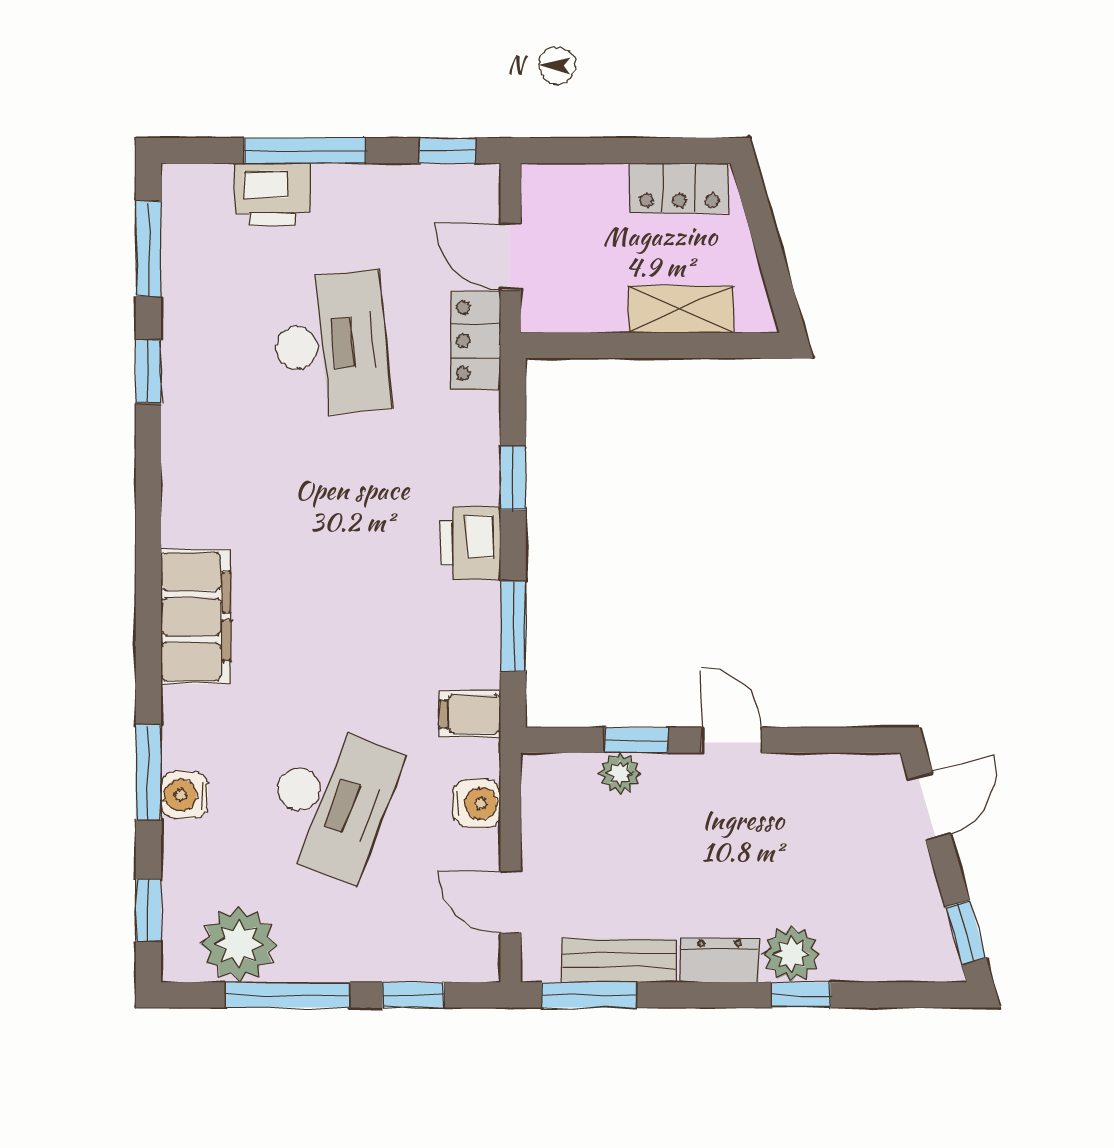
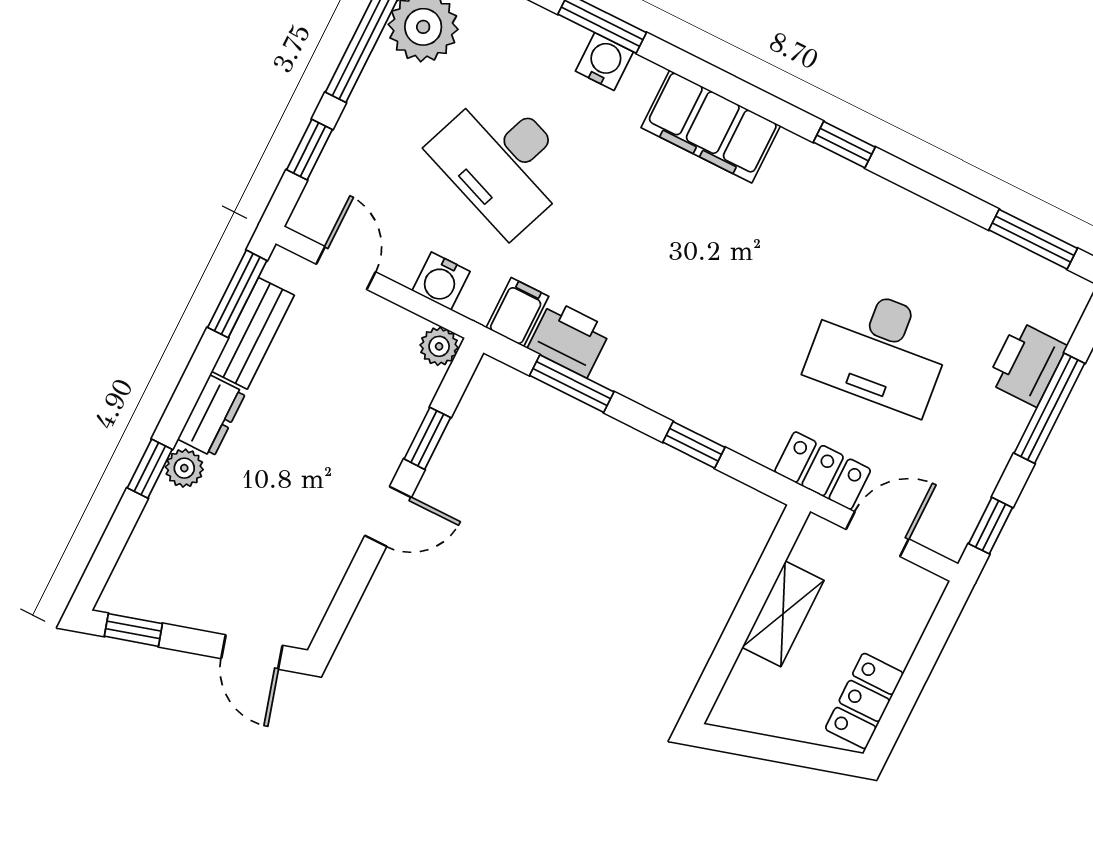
shelving: (681, 309) -> (783, 614), moved
window: (148, 371) -> (844, 145), moved
printer: (470, 543) -> (569, 339), moved
plant: (620, 773) -> (439, 346), moved
water cooler: (184, 795) -> (604, 62), moved
door: (511, 902) -> (346, 268), hinge flipped
plant: (791, 954) -> (184, 468), width x0.73, depth x0.73

